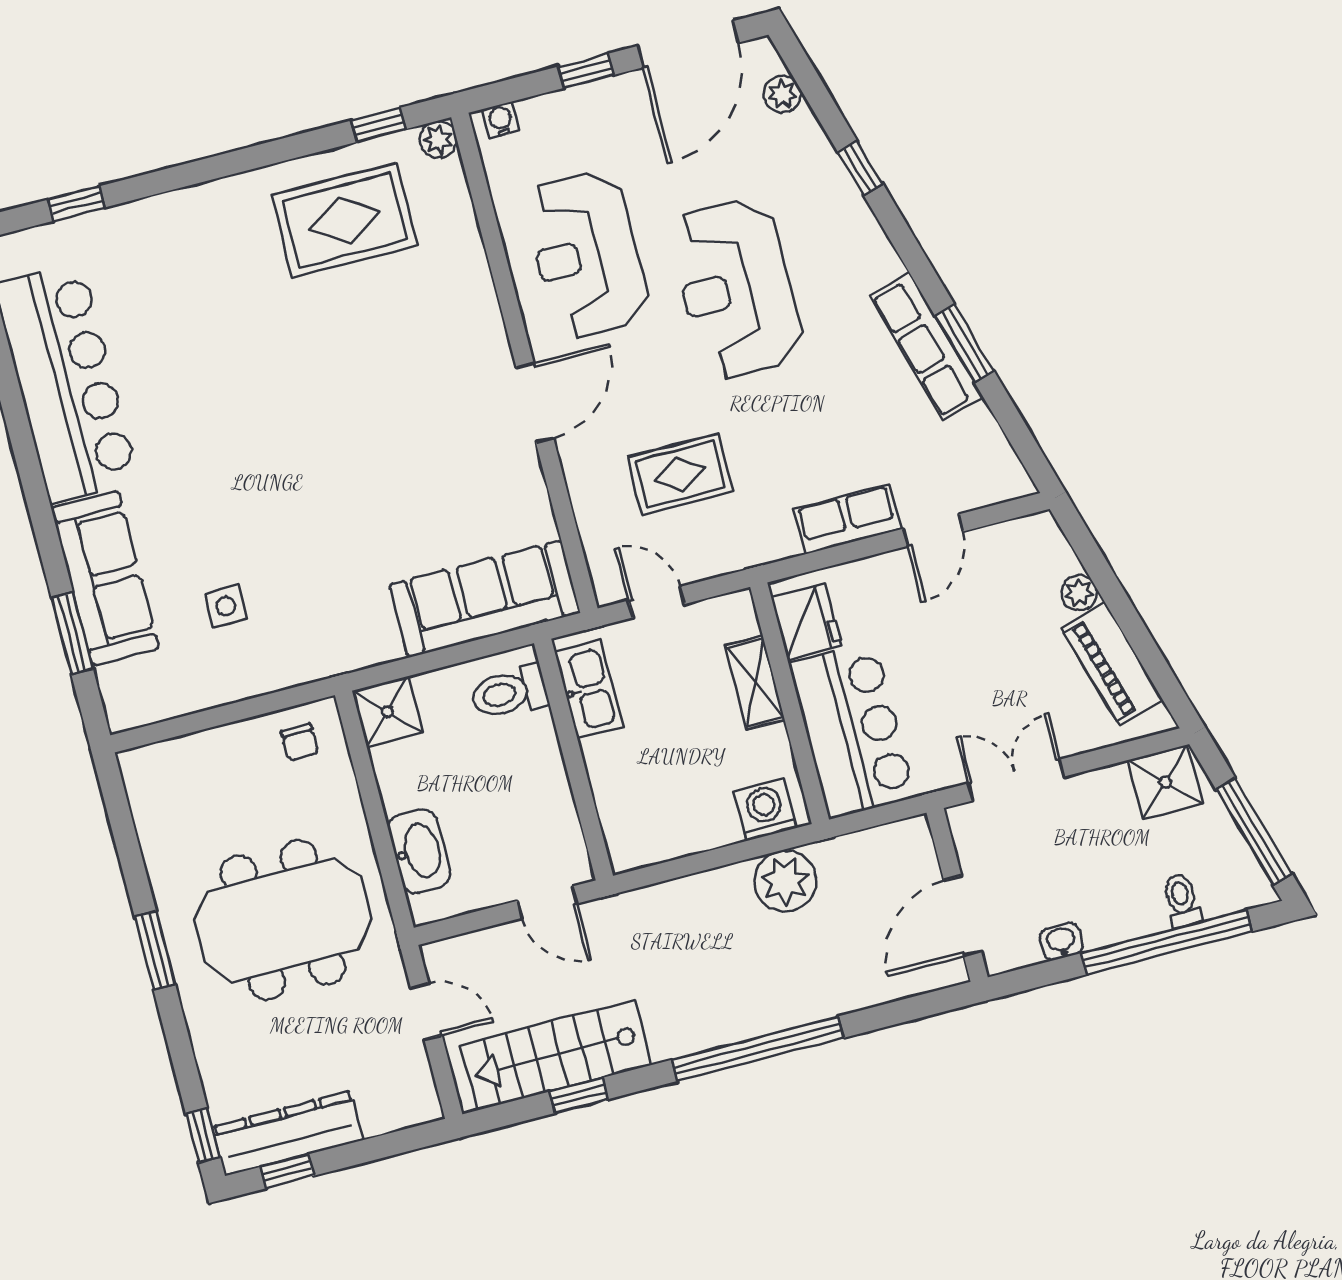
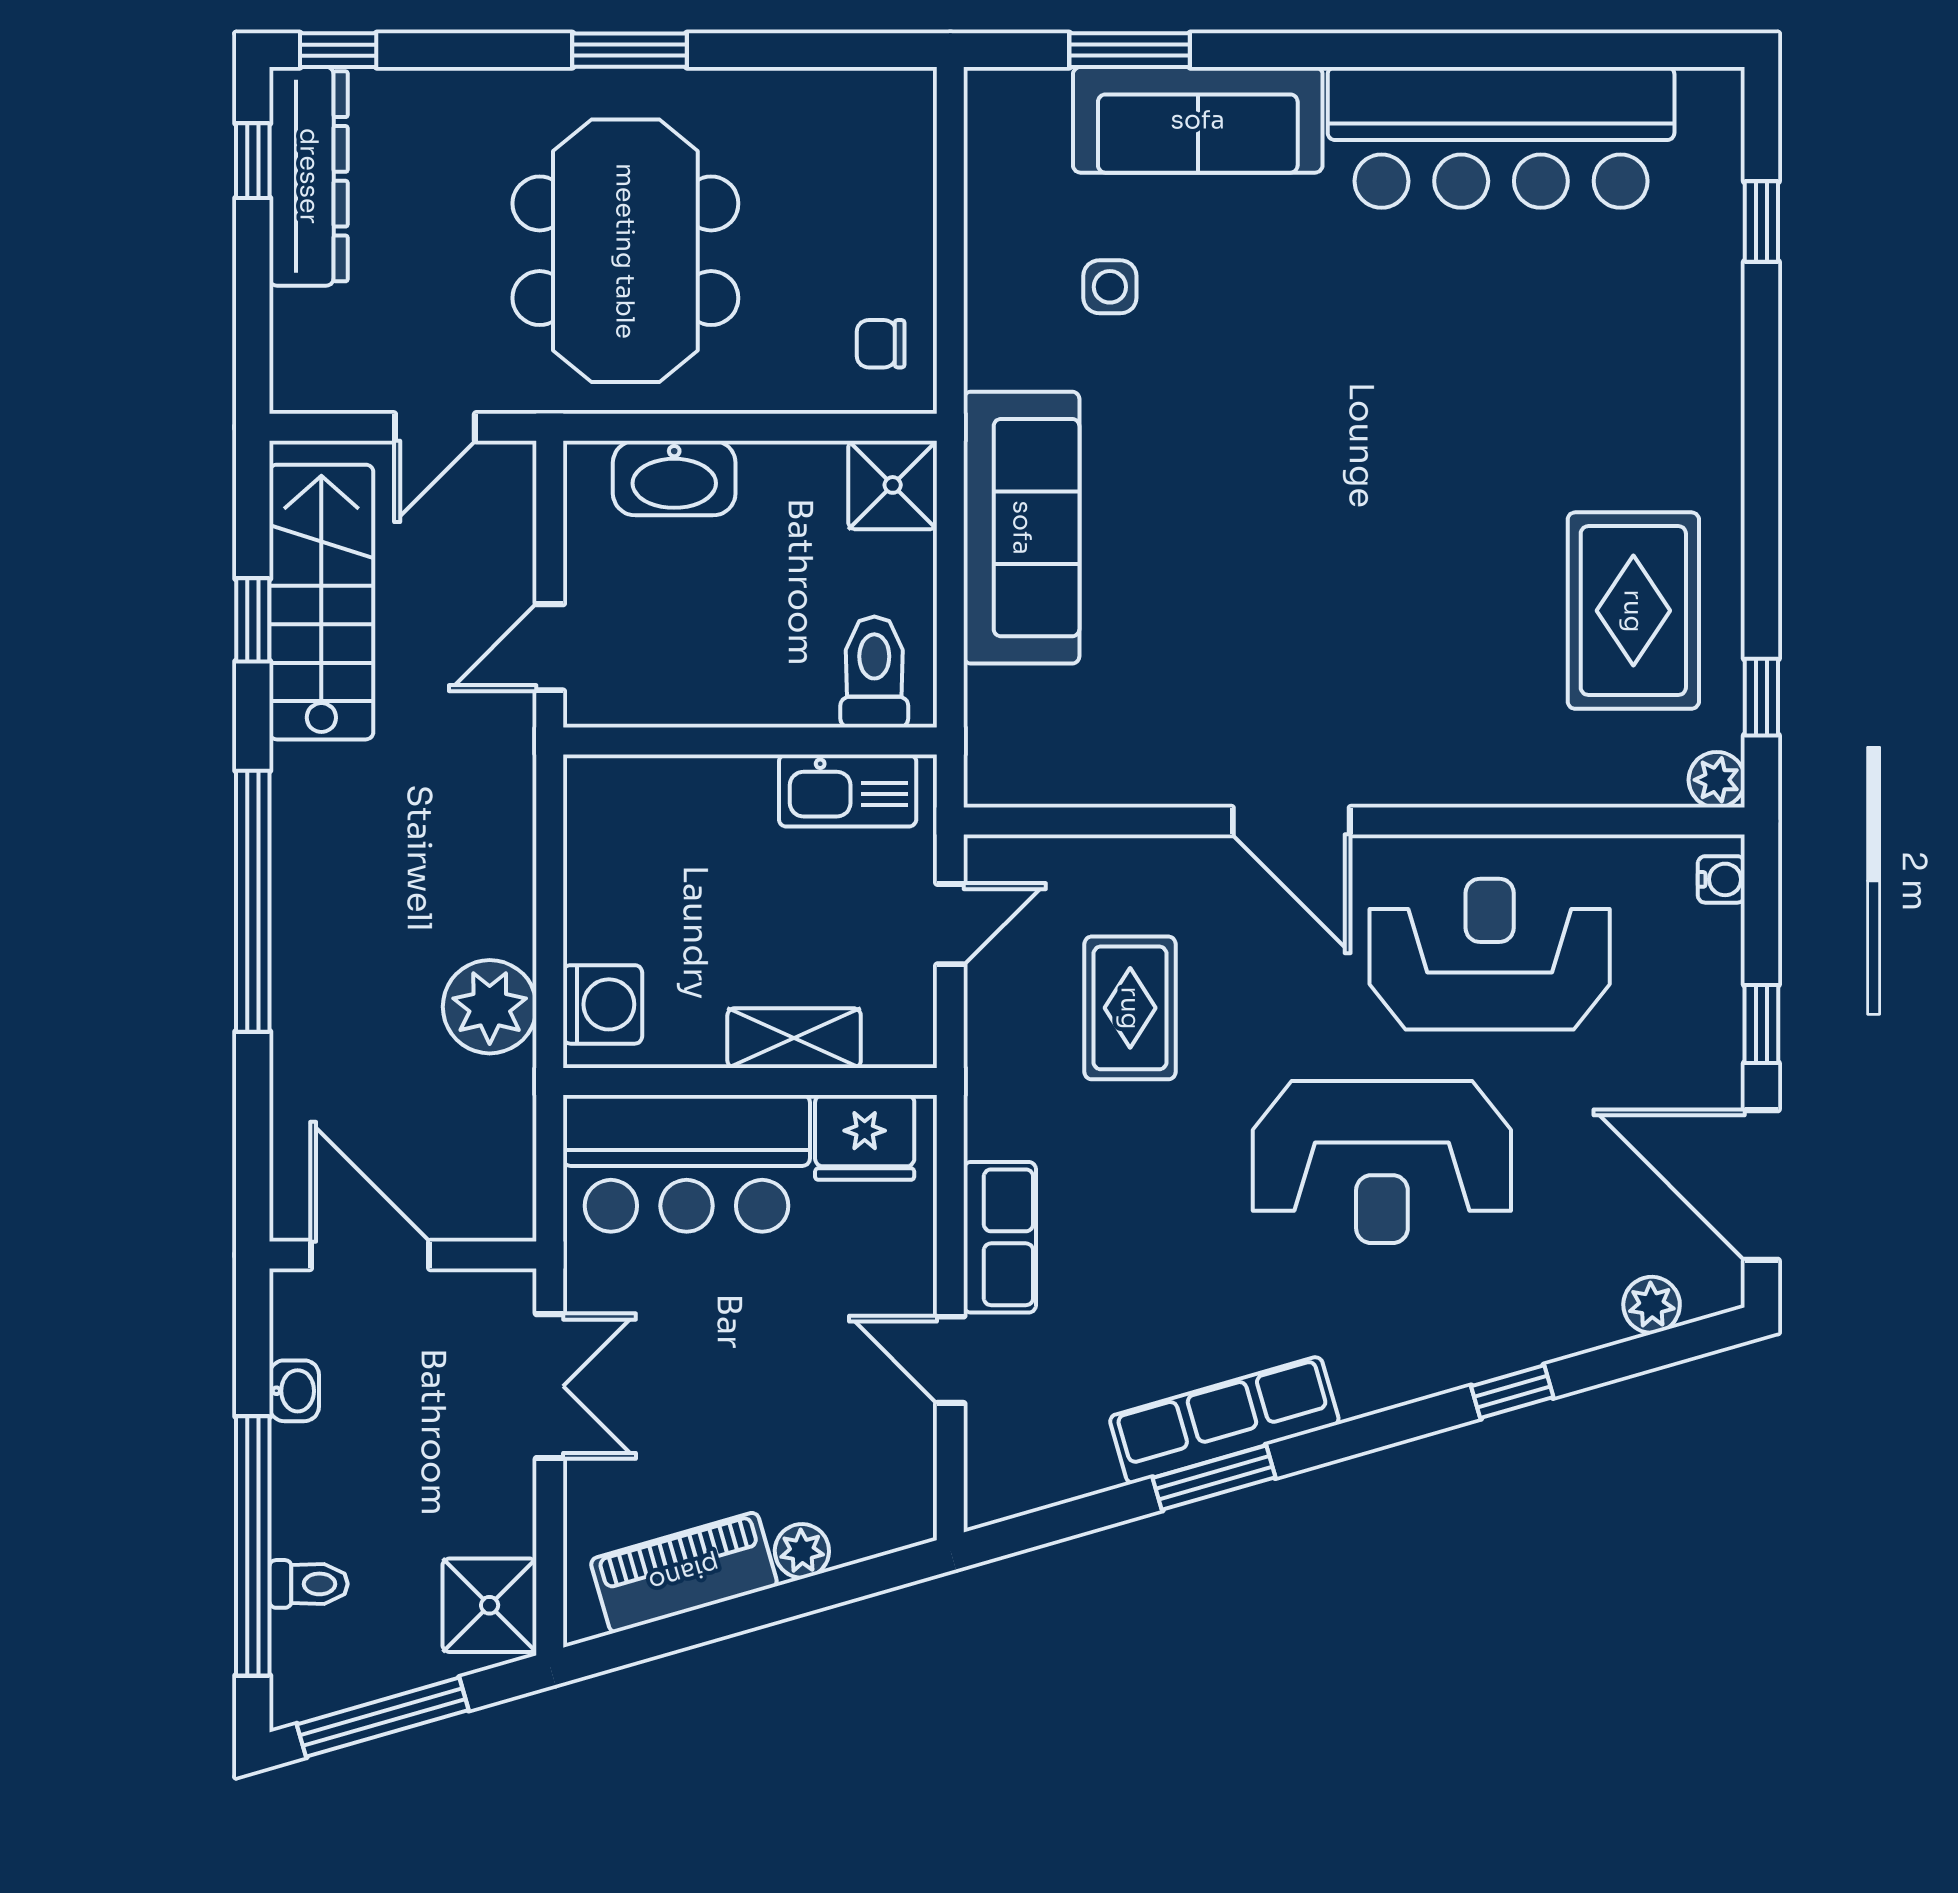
reception desk: (736, 289) -> (1382, 1162), turned 180
sofa: (485, 599) -> (1022, 528), moved

